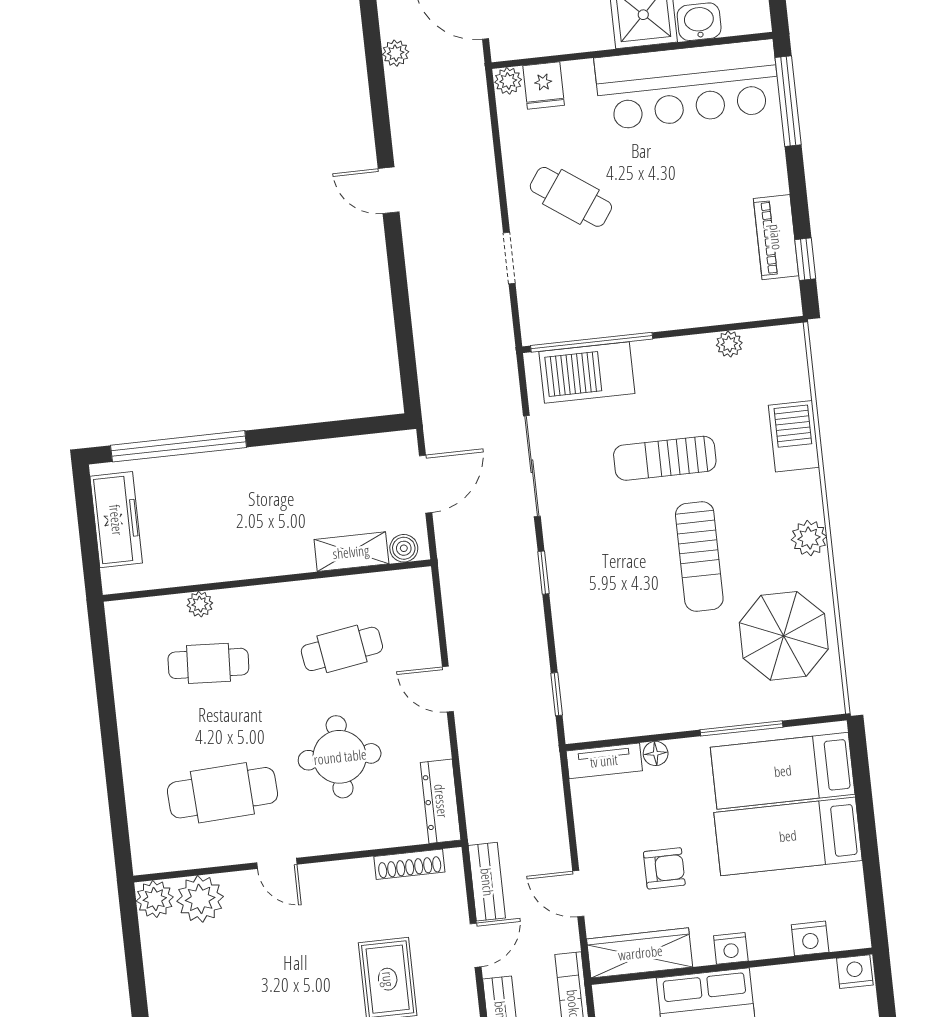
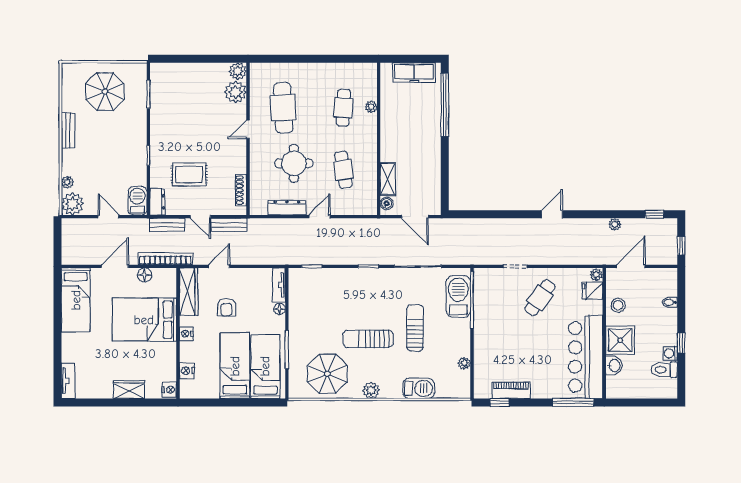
stool: (568, 27) -> (618, 305), added
dresser: (441, 801) -> (287, 208), moved

